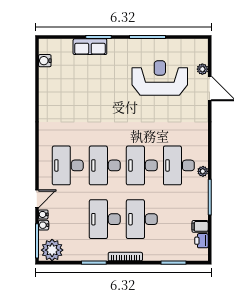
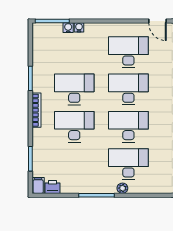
door: (37, 199) -> (157, 21), moved
filing cabinet: (200, 226) -> (38, 185), moved
plant: (52, 250) -> (43, 36), removed

